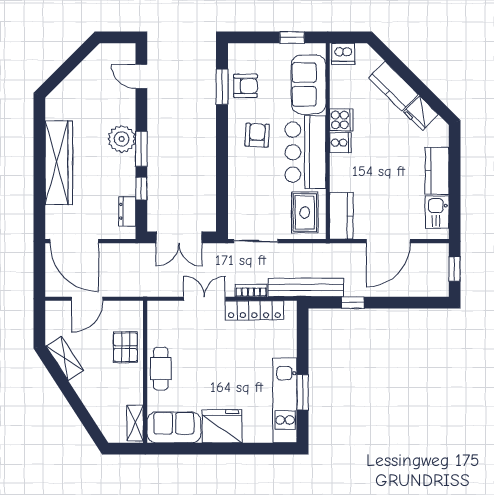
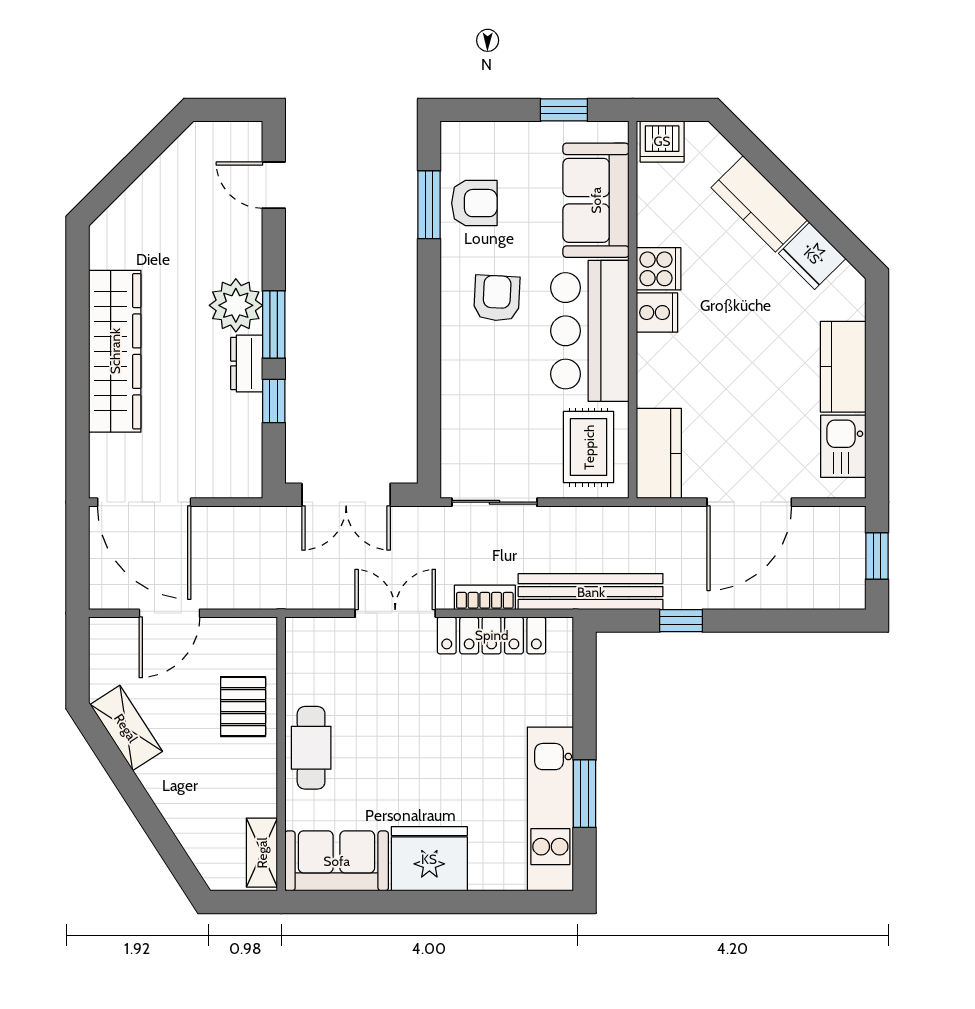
dresser: (127, 211) -> (247, 363), moved

